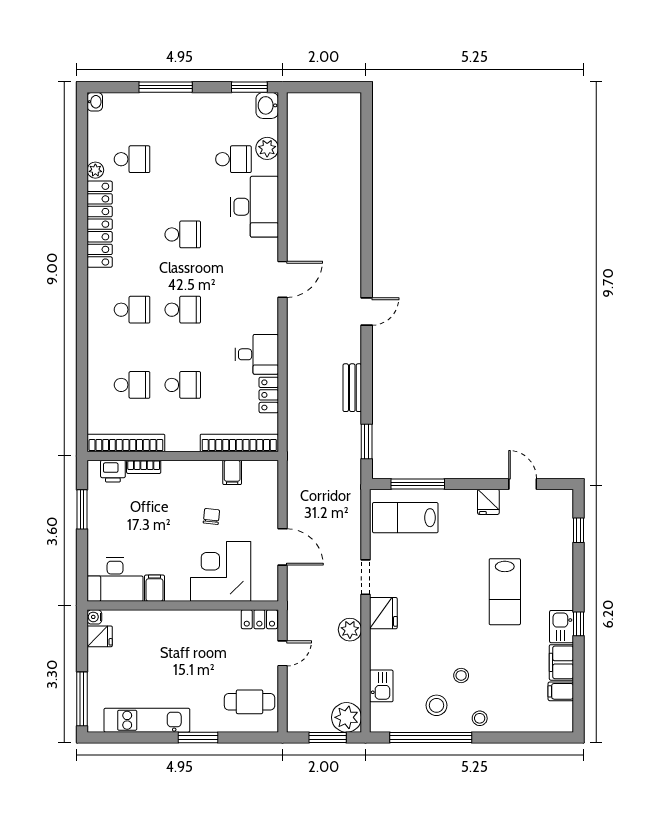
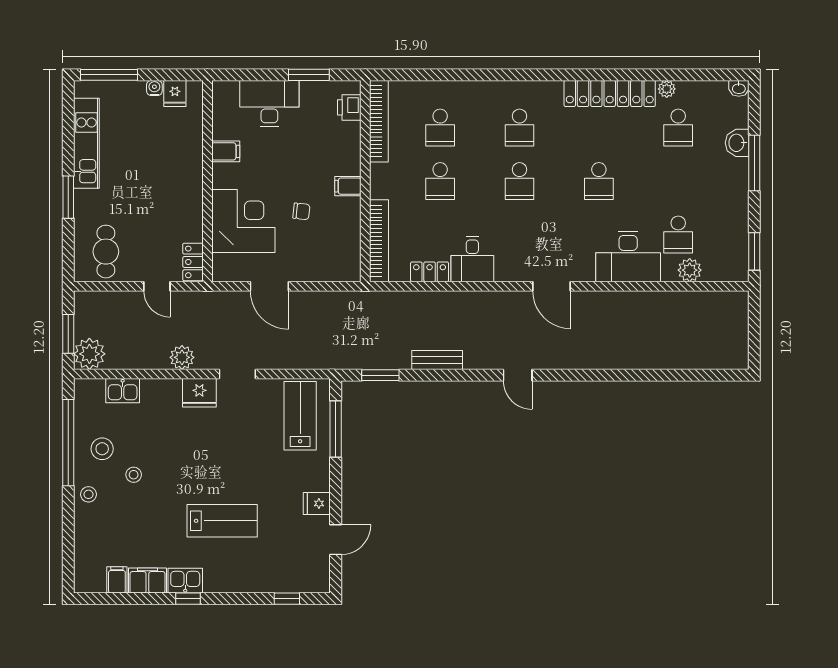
washbasin: (267, 105) -> (737, 143), moved, turned -90
bookcase: (144, 467) -> (354, 140), removed
filing cabinet: (232, 472) -> (348, 186), moved
door: (282, 547) -> (269, 286), hinge flipped
desk: (115, 579) -> (269, 103), moved, turned 90
lab bench: (505, 592) -> (222, 521), turned 180
water cooler: (94, 617) -> (154, 88), moved

